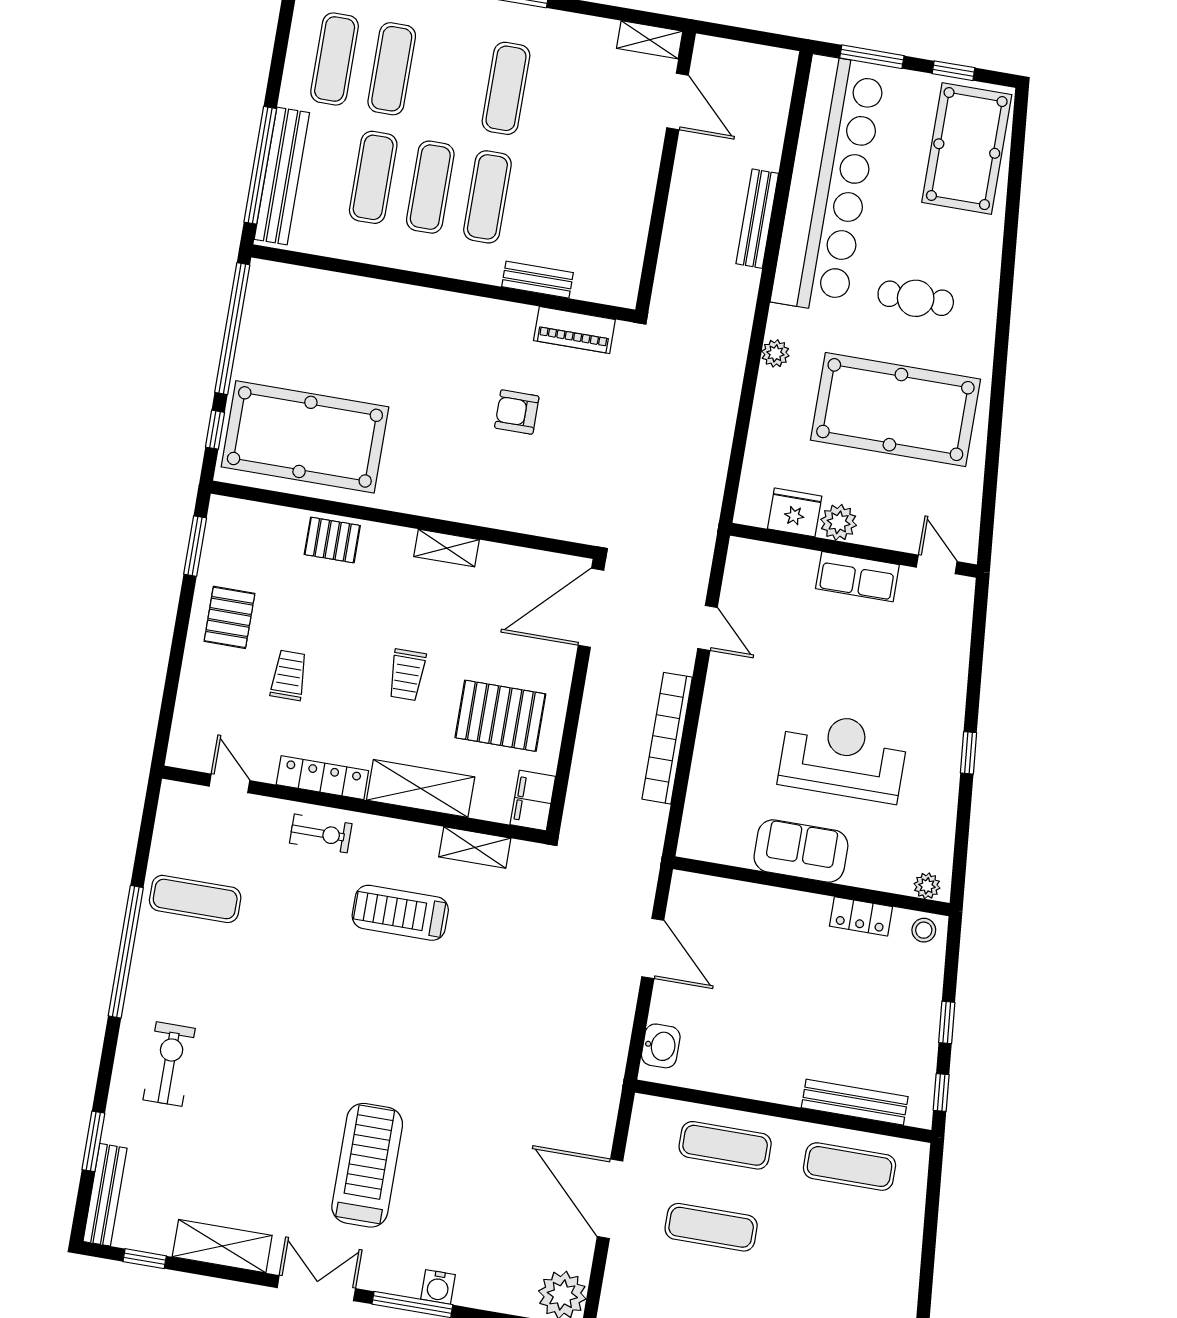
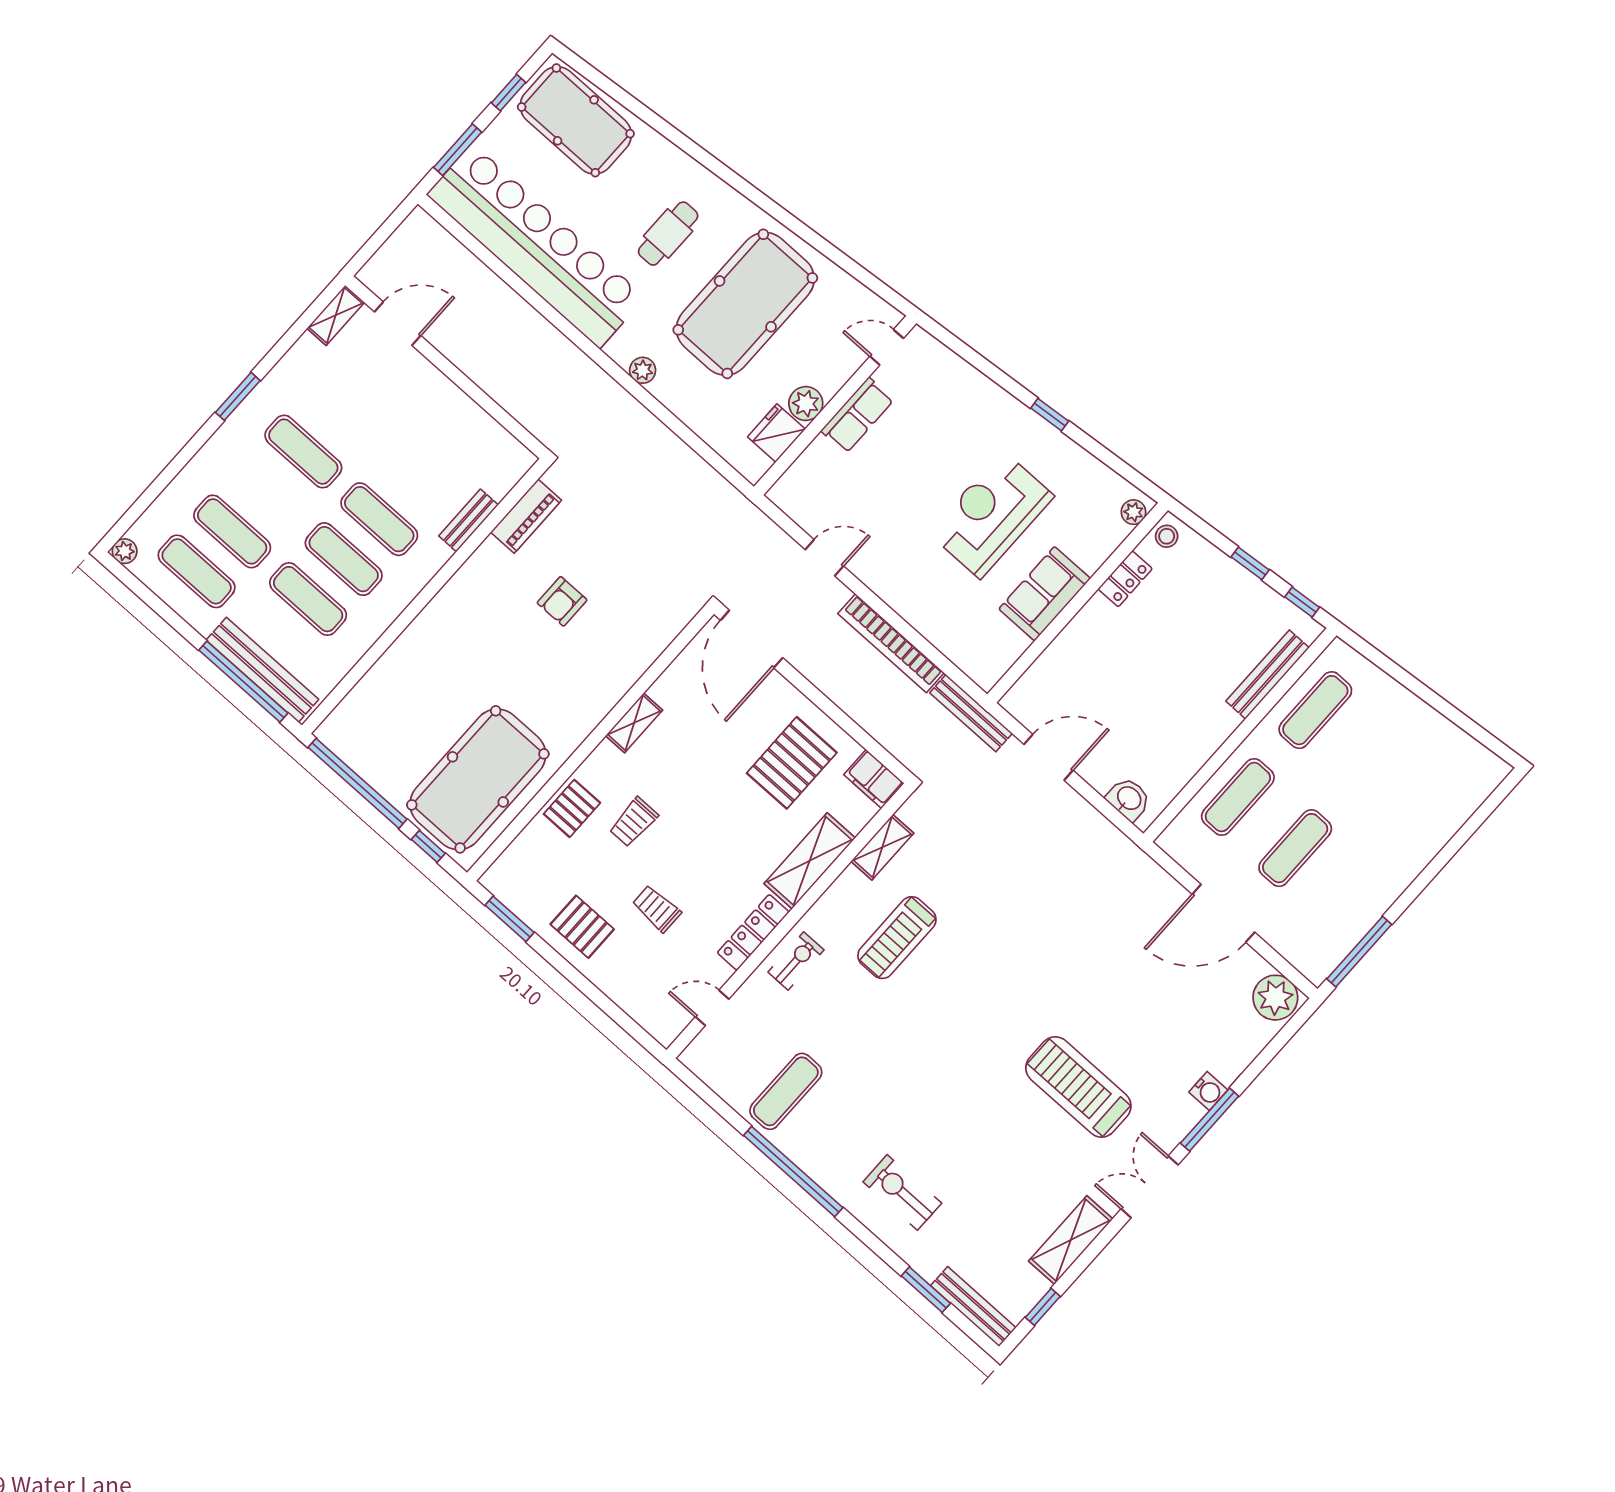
bench: (757, 219) -> (971, 713), moved
trolley: (407, 675) -> (634, 822), moved, turned 90

